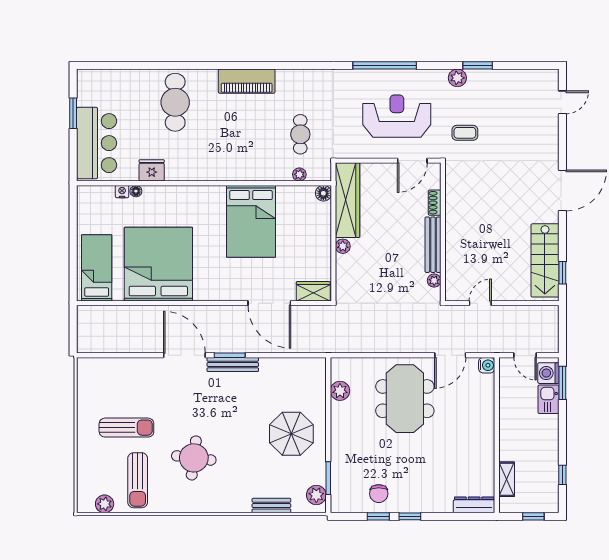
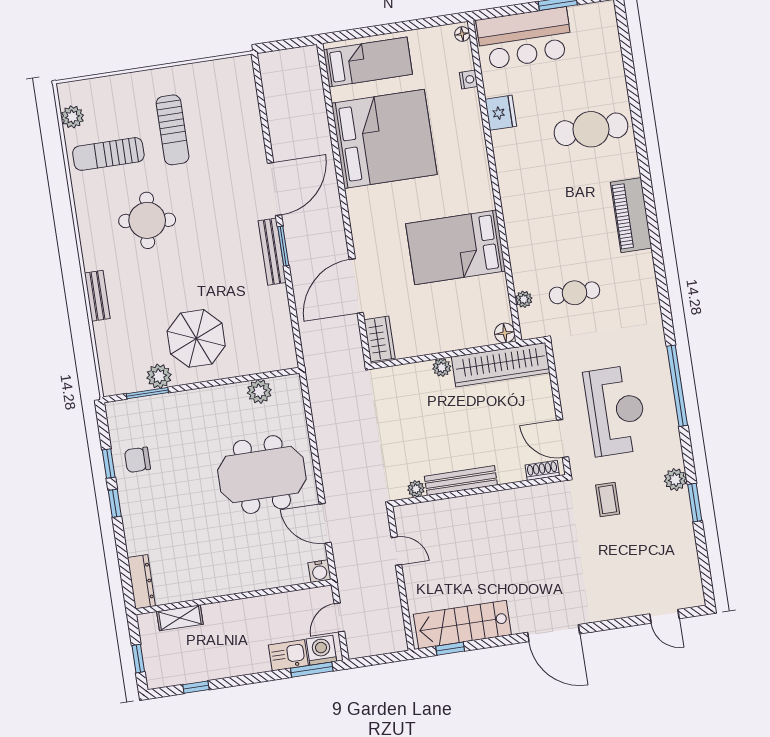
floor lamp: (136, 191) -> (462, 34), moved
shoe rack: (435, 203) -> (542, 470), moved
plant: (316, 495) -> (159, 376), moved
bench: (271, 506) -> (97, 296), moved

